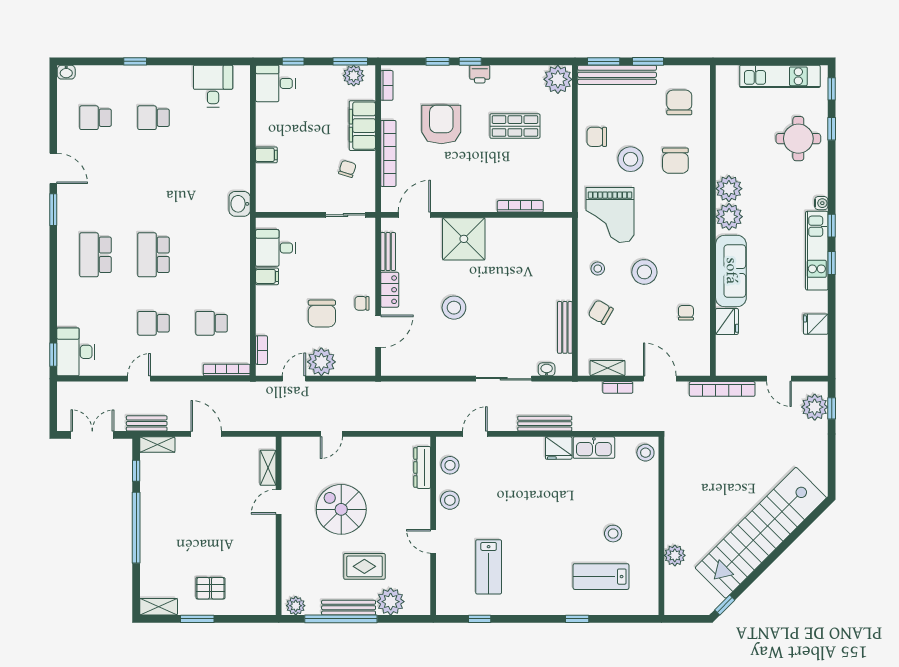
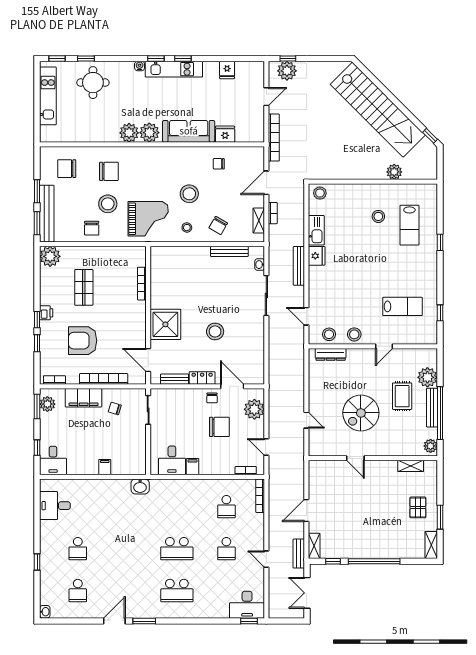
plant: (321, 362) -> (254, 409), moved
shelving: (268, 468) -> (411, 466), moved

